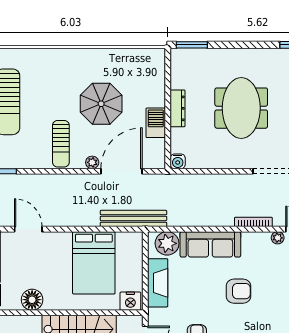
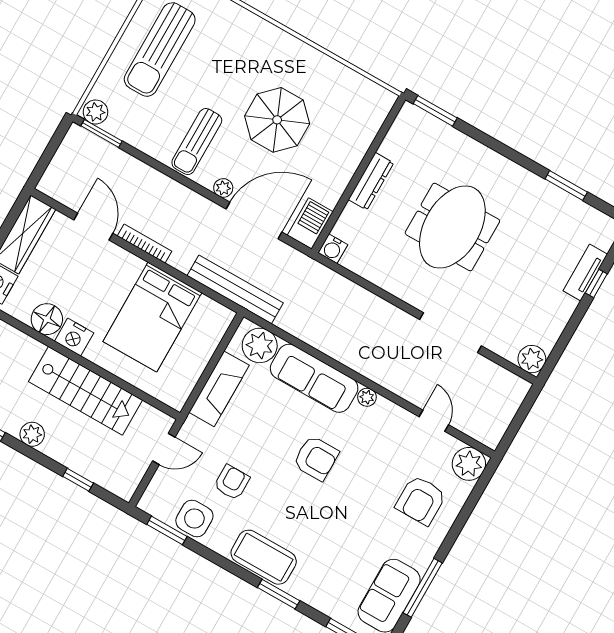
barbecue: (156, 123) -> (310, 223), moved
bookcase: (253, 222) -> (145, 244), moved
plant: (278, 238) -> (367, 397), moved
nightstand: (130, 301) -> (74, 337), moved

